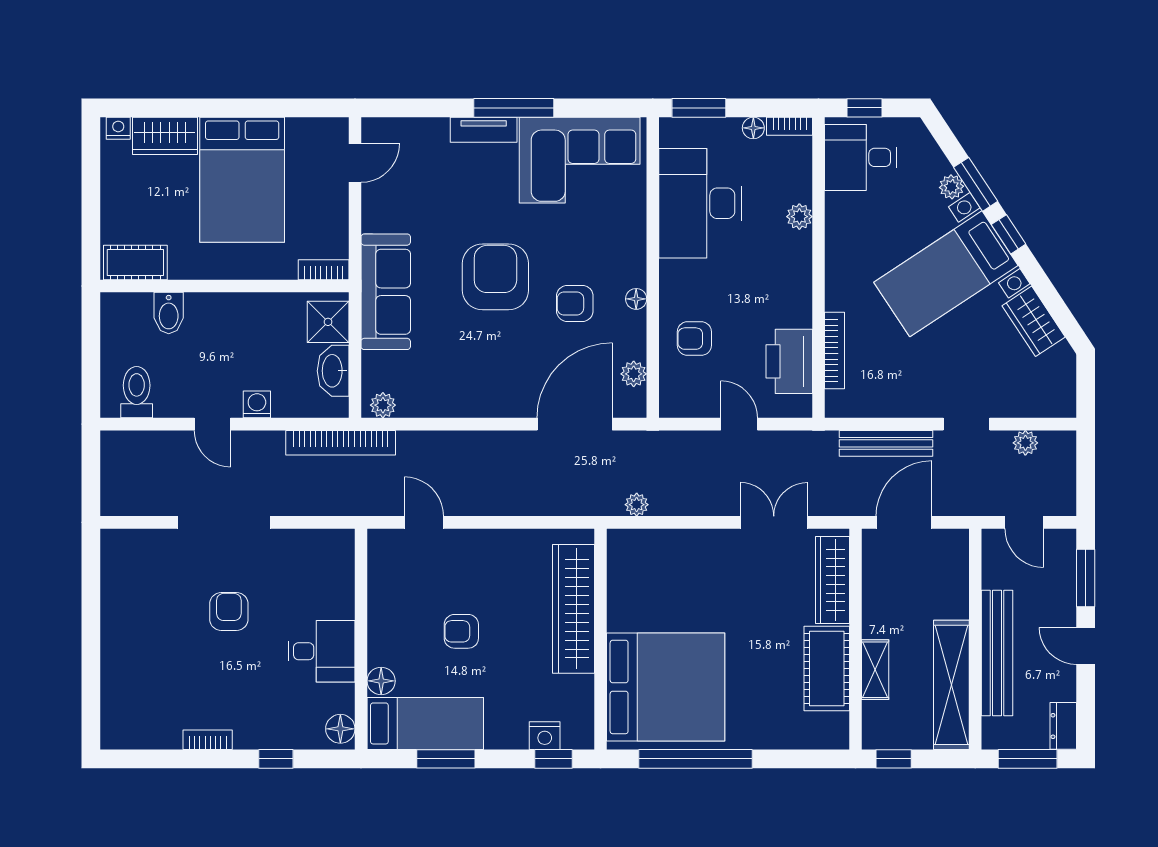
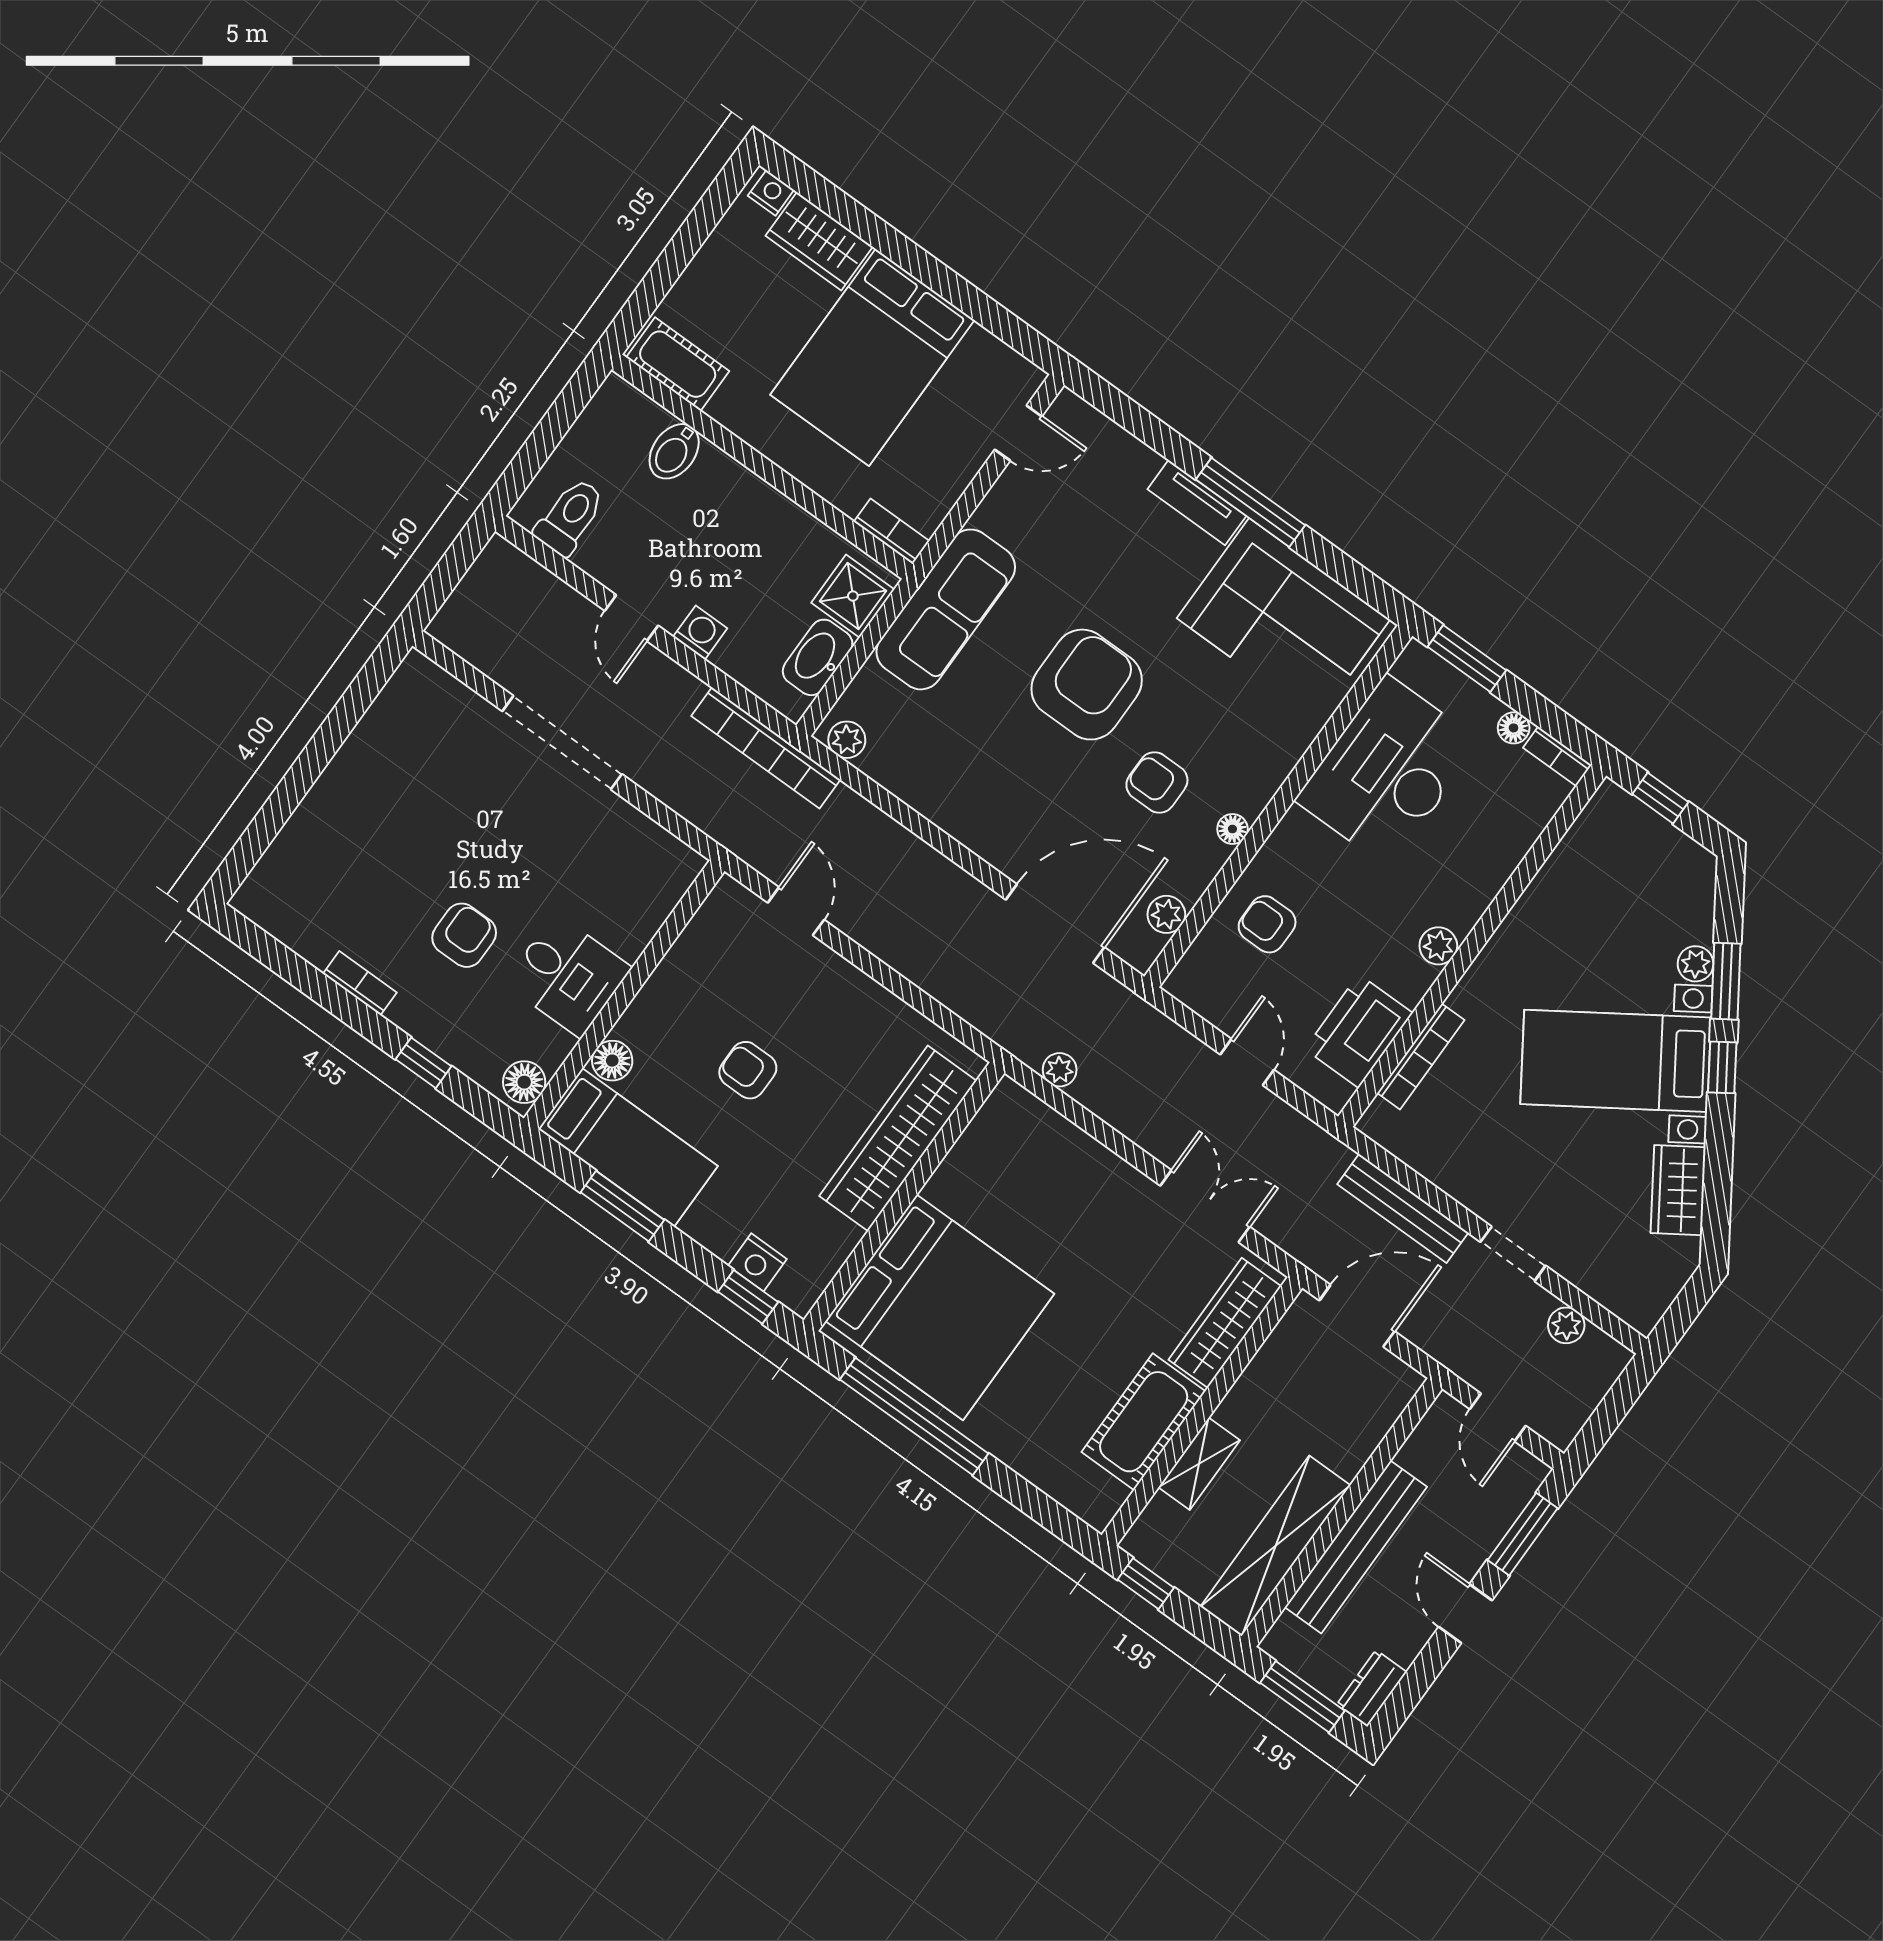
desk: (860, 157) -> (1614, 853), removed
plant: (799, 217) -> (1438, 946), moved
armchair: (229, 612) -> (464, 935), moved

